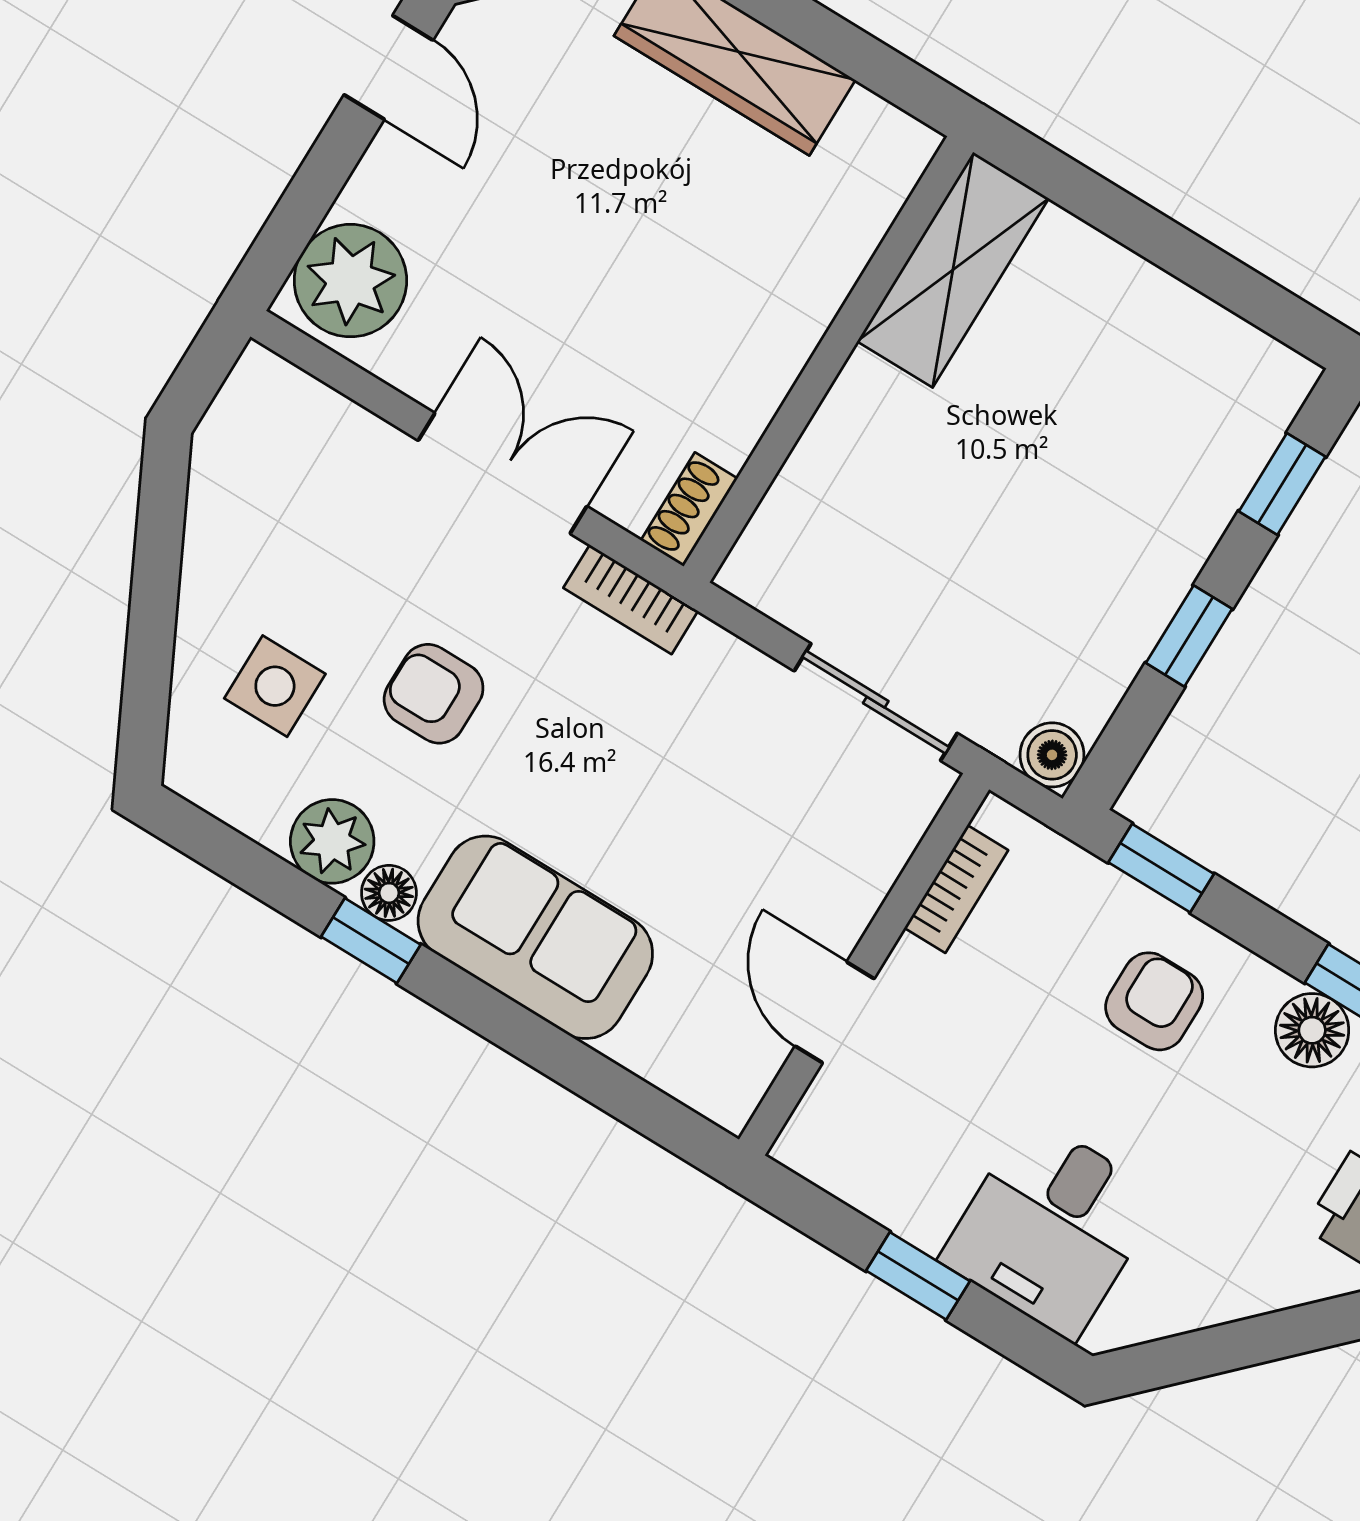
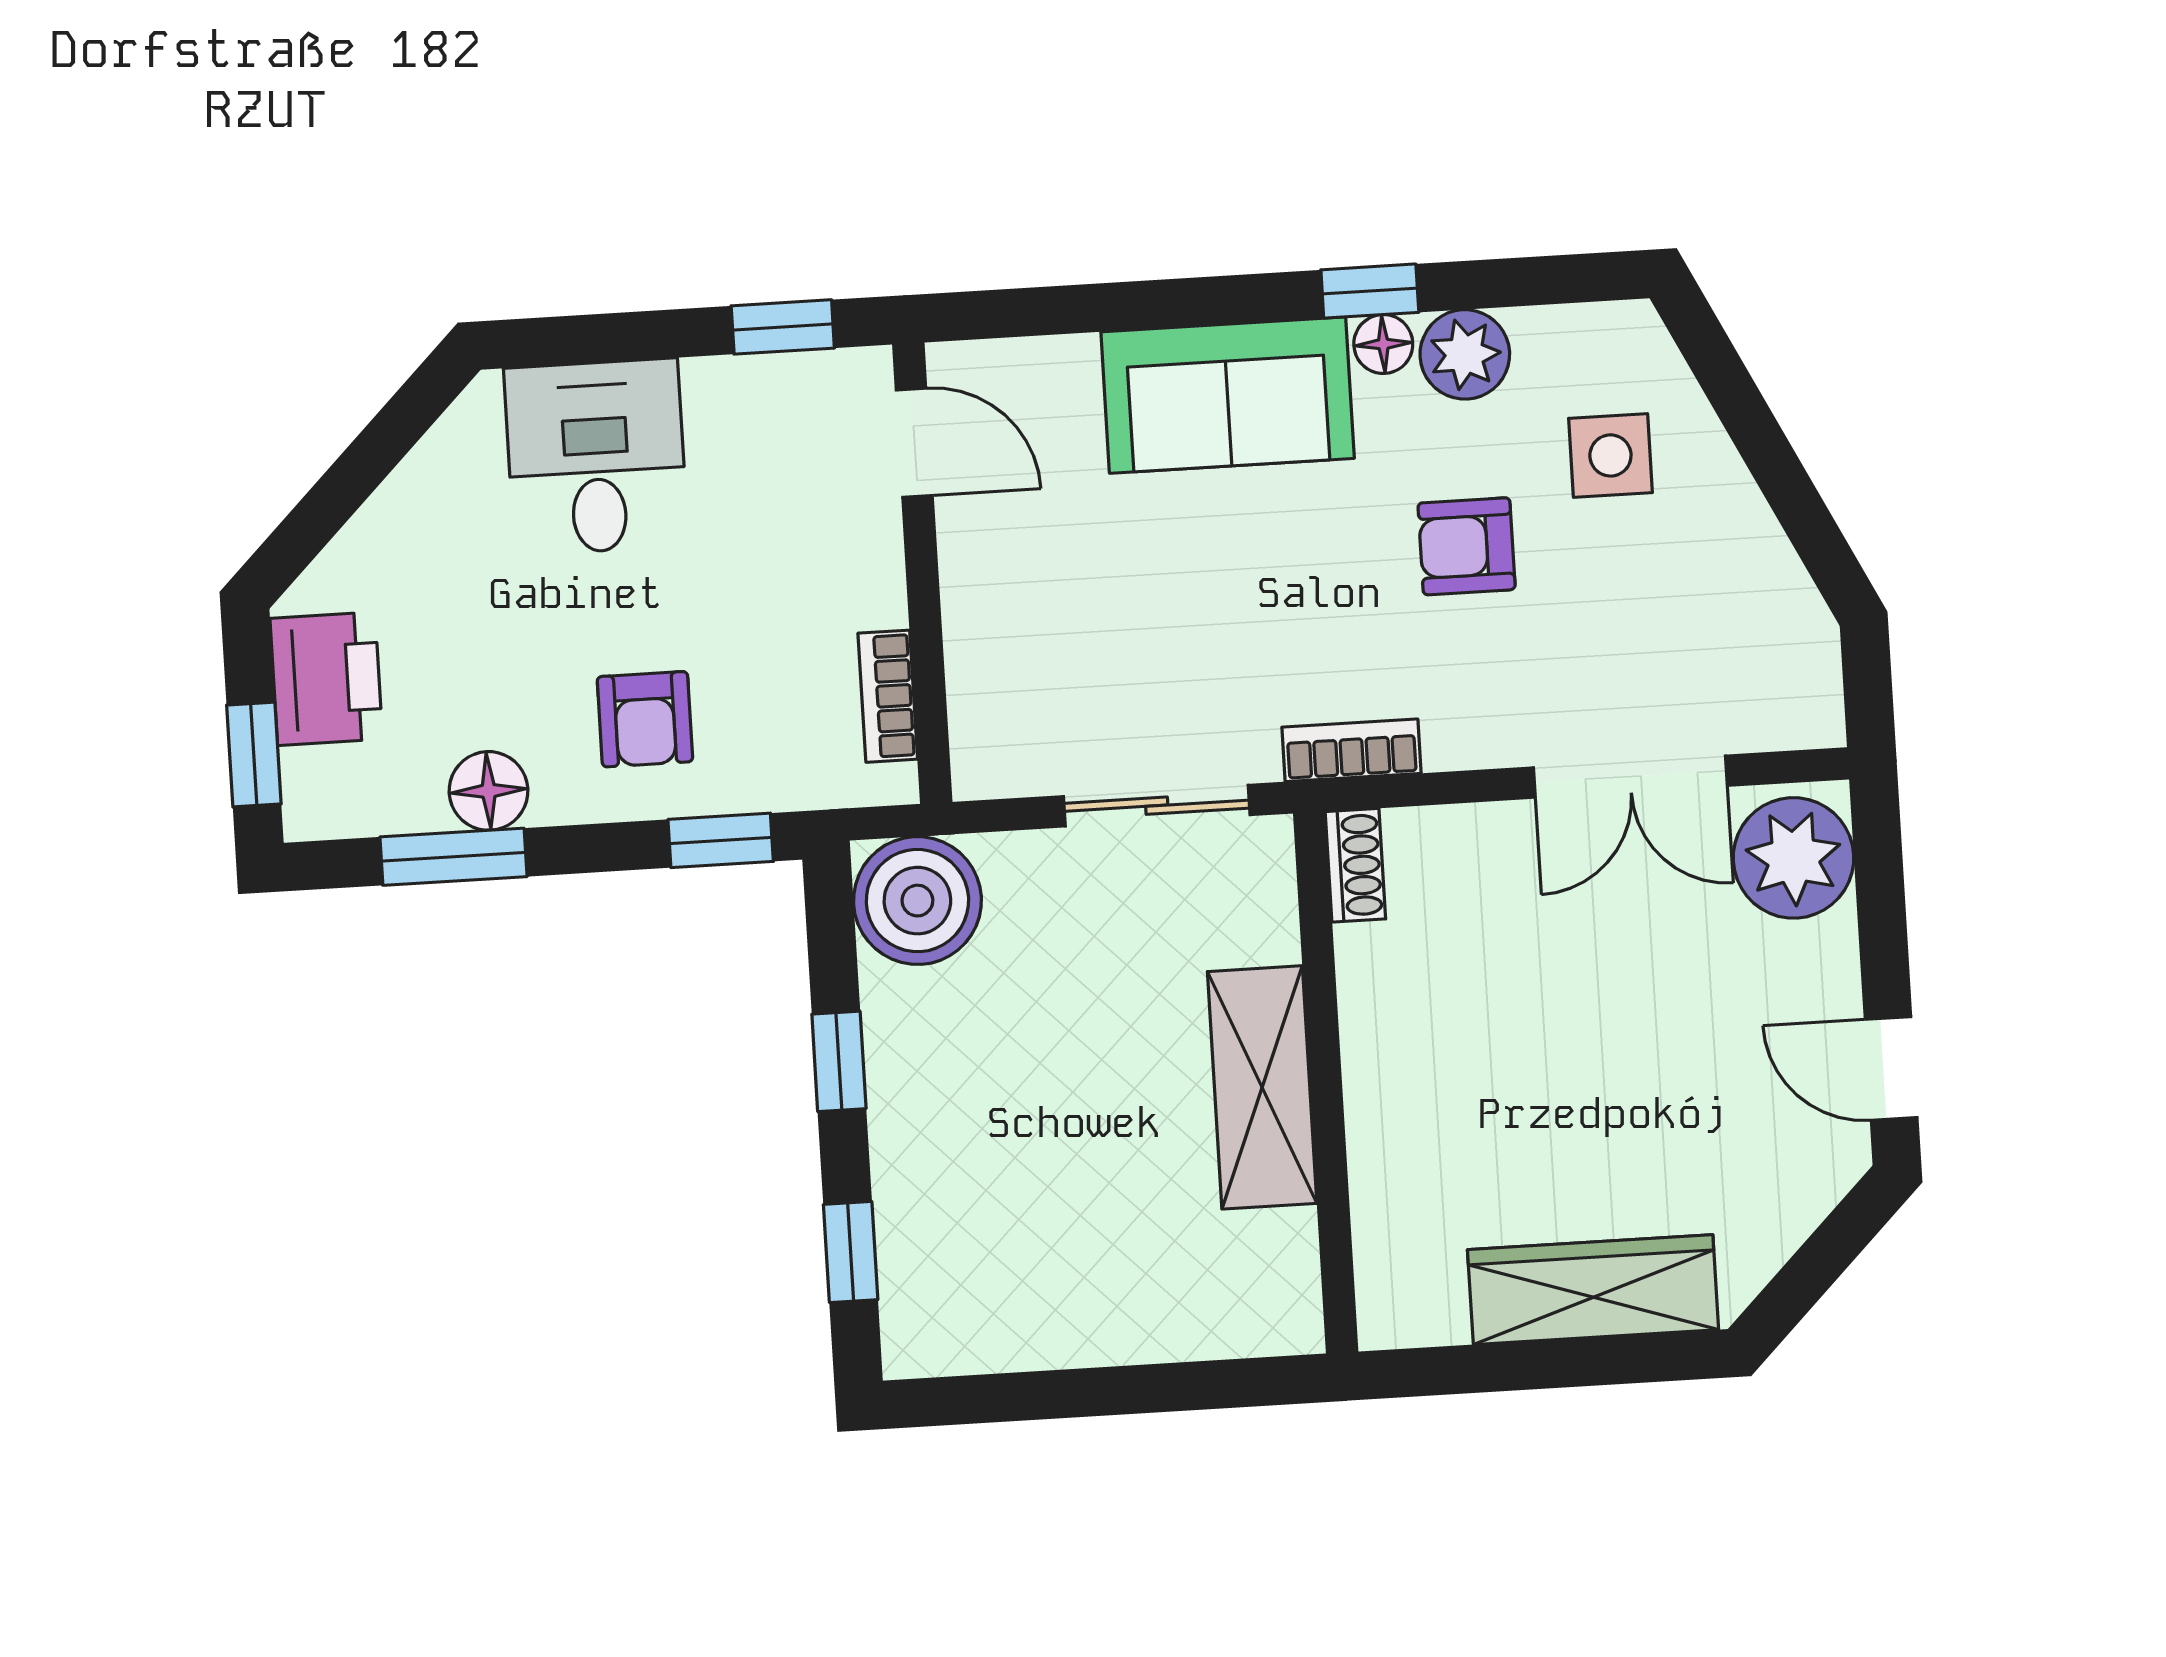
shelving: (953, 270) -> (1262, 1087), moved
double door: (502, 473) -> (1630, 777), moved
armchair: (434, 694) -> (1467, 546), turned 180
sliding door: (876, 702) -> (1157, 806), moved
boiler: (1052, 755) -> (917, 901), width x1.86, depth x1.86
door: (835, 1012) -> (914, 443), moved
window: (918, 1276) -> (783, 327), moved

